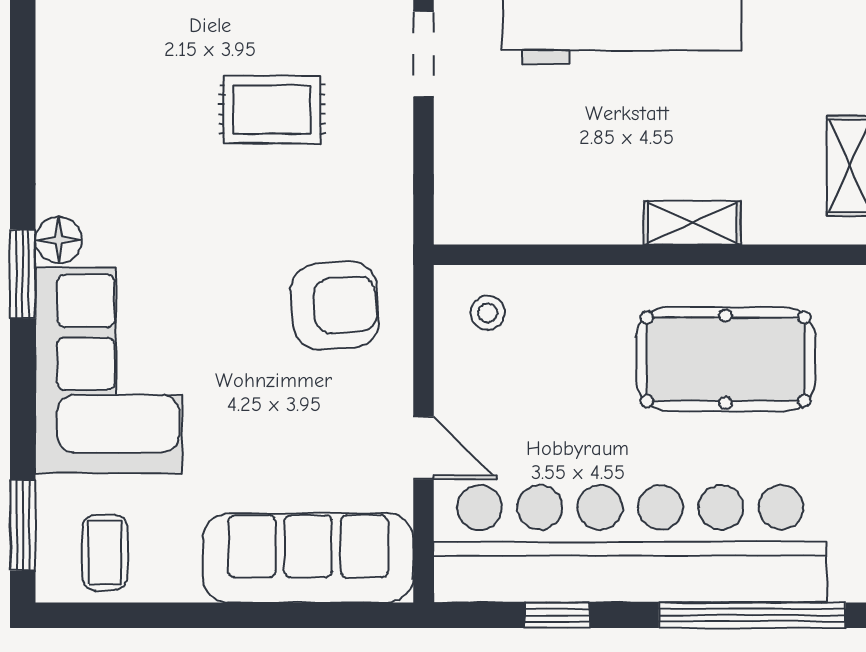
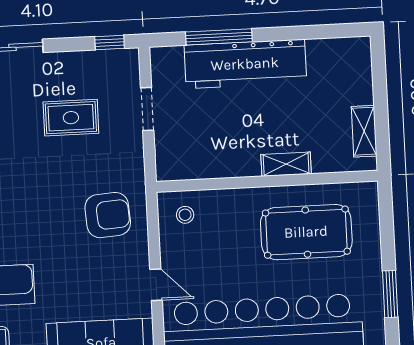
doorway: (424, 54) -> (147, 109), moved

